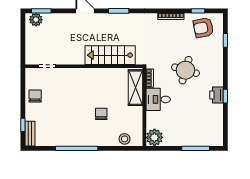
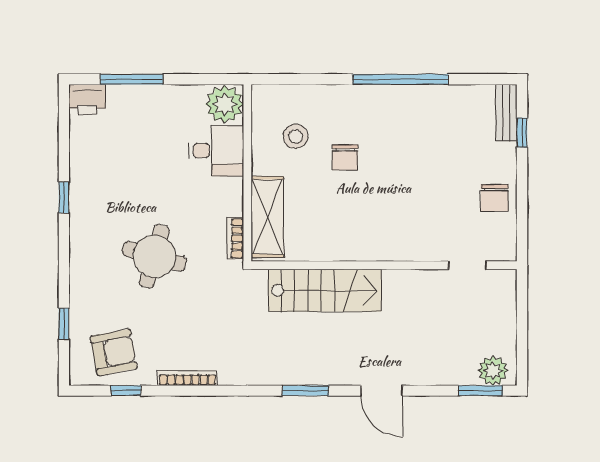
printer: (217, 95) -> (87, 99), moved, turned 90
desk: (158, 99) -> (216, 151), moved
stool: (125, 139) -> (295, 136), moved

